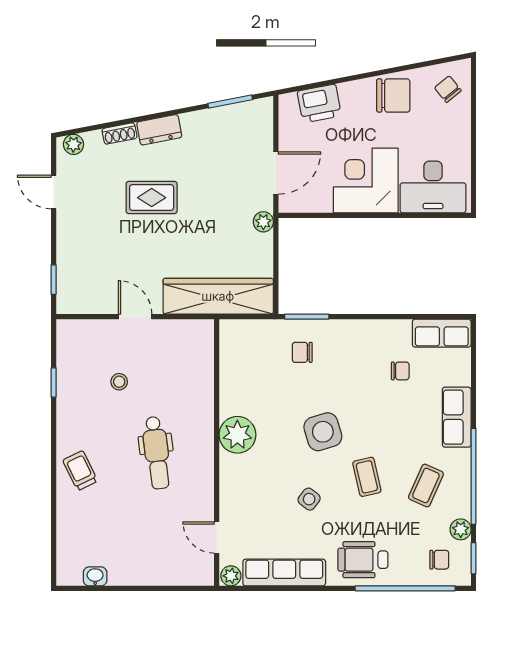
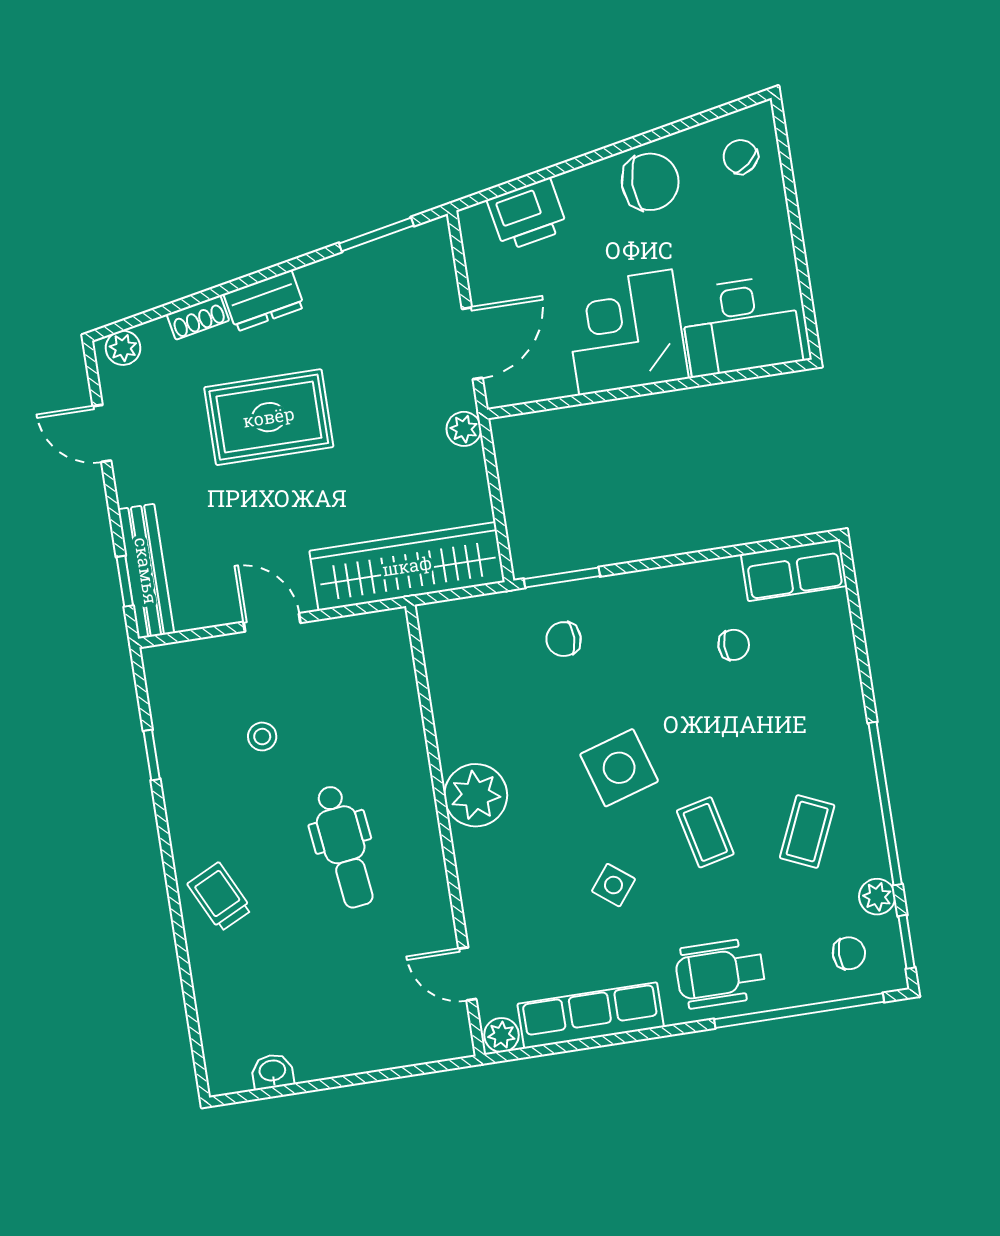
rug: (152, 198) -> (269, 417), width x1.36, depth x1.43
bench: (67, 276) -> (146, 571), added
row of seats: (457, 417) -> (841, 708), removed

